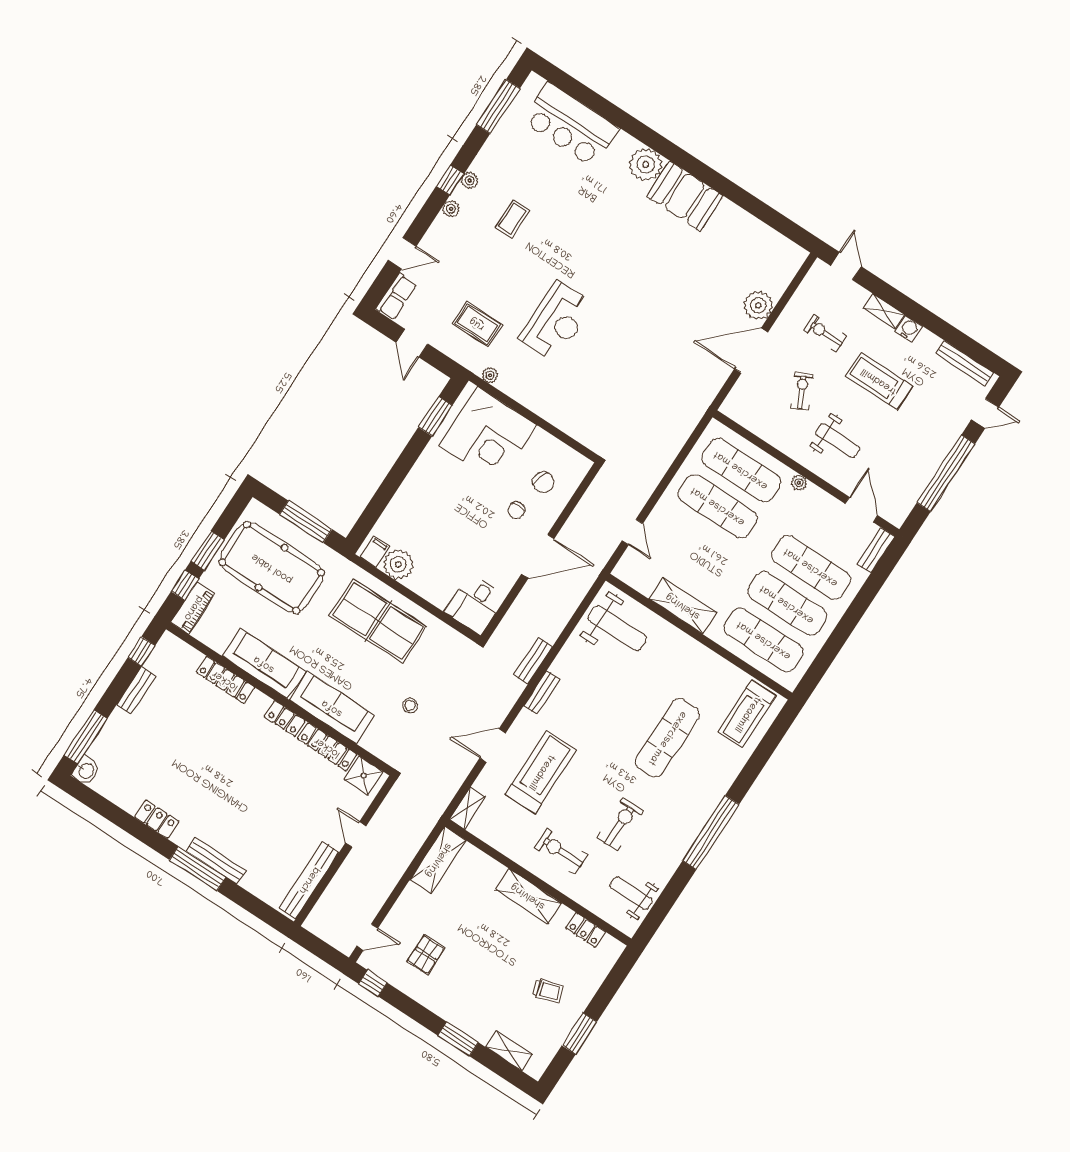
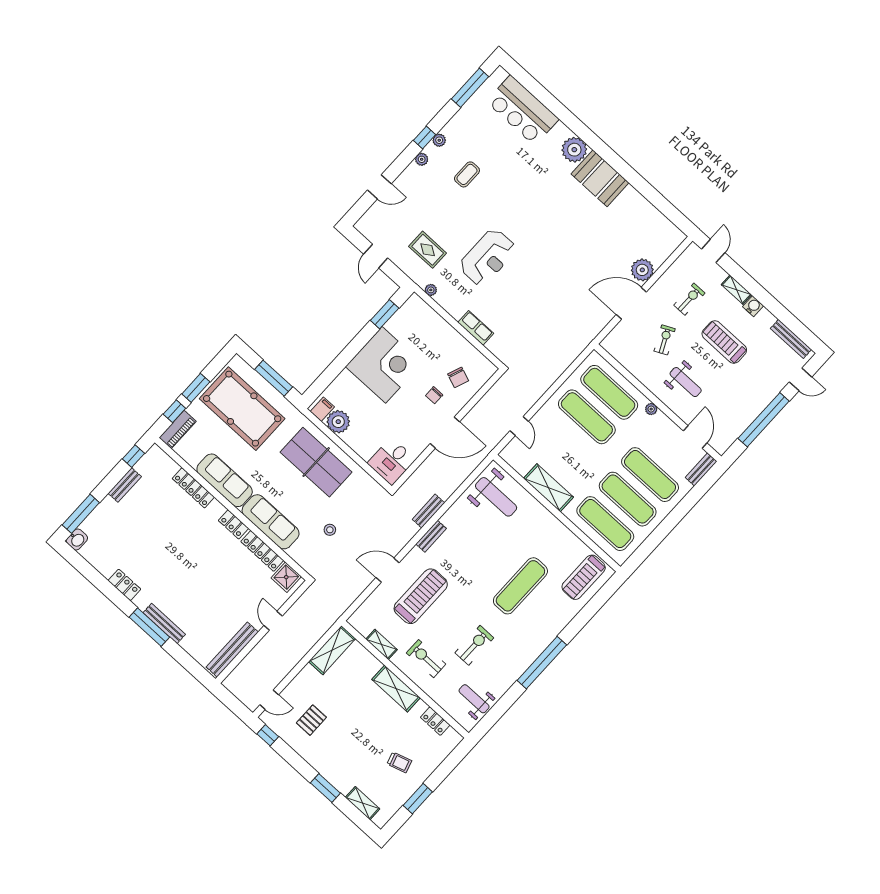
row of seats: (396, 297) -> (476, 328), moved, turned -90
exercise bike: (825, 333) -> (689, 299), turned 90
corner desk: (488, 435) -> (384, 365), moved, turned -90
shelving: (467, 808) -> (382, 644), moved, turned 90

